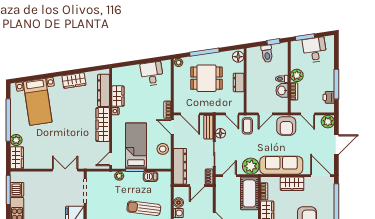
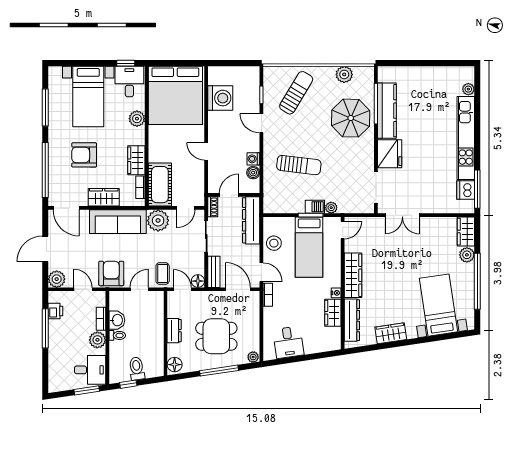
desk: (315, 50) -> (90, 370), moved, turned -81
floor lamp: (220, 133) -> (198, 281), moved
barbecue: (151, 177) -> (315, 207), moved

